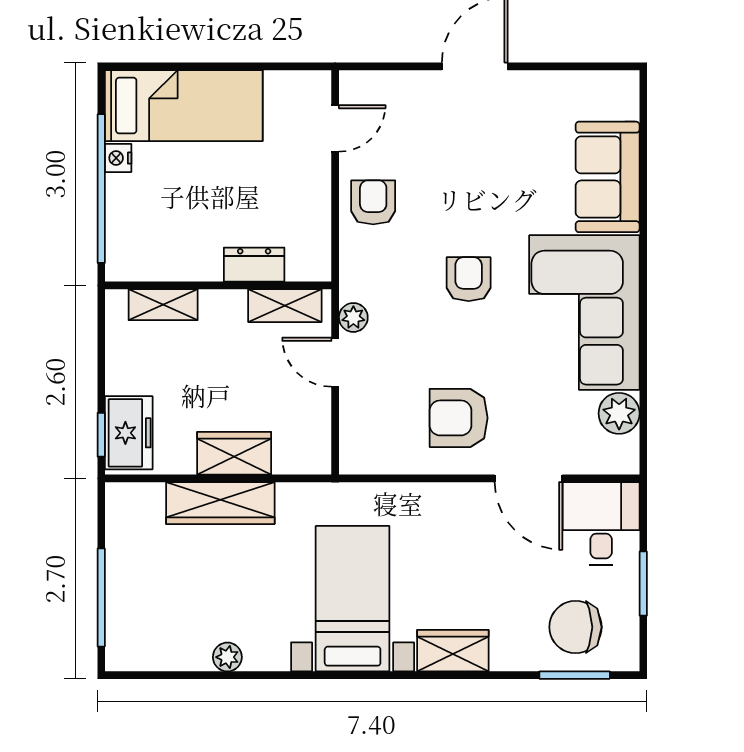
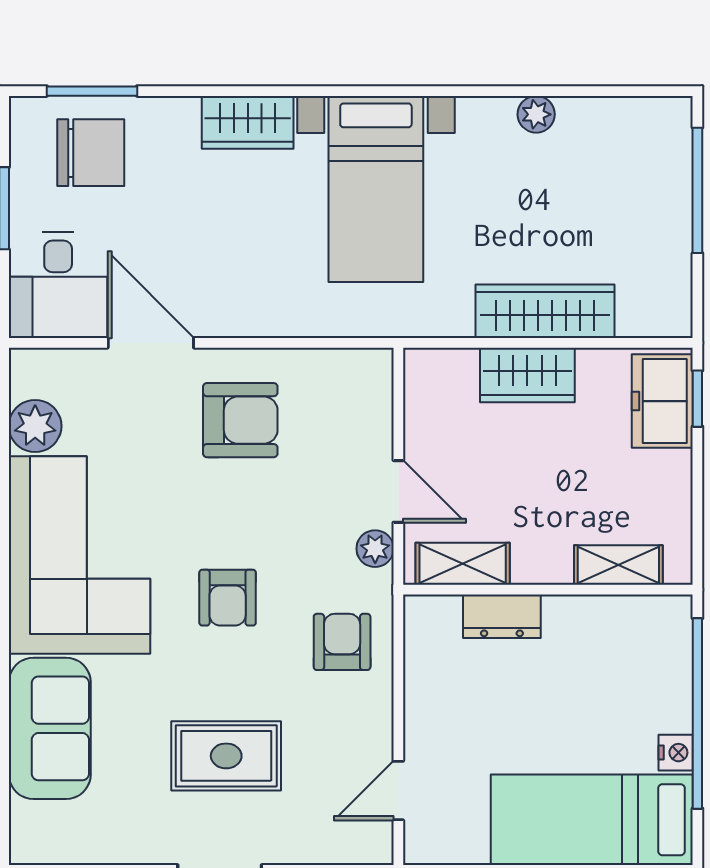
rug: (470, 155) -> (226, 756), added
armchair: (373, 202) -> (342, 642), moved, turned 180

